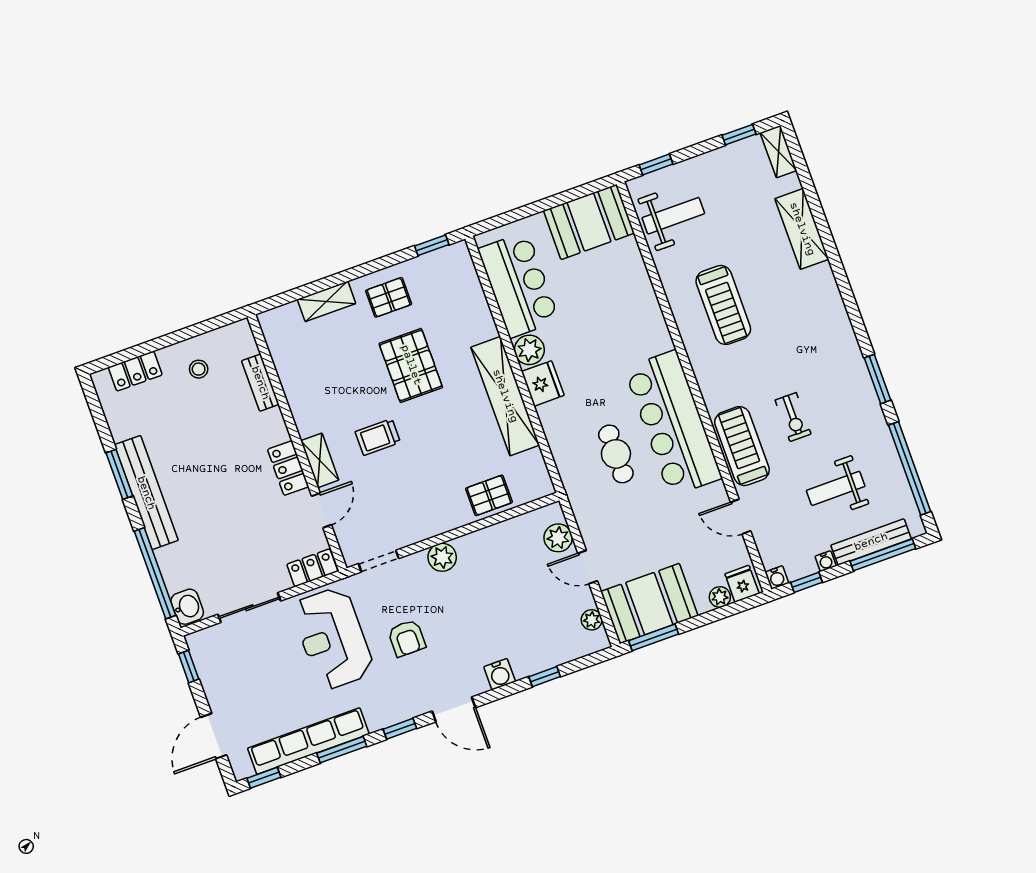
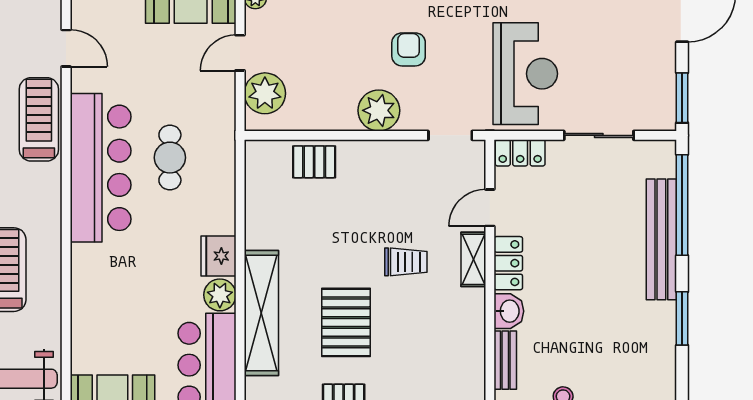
shelving: (505, 396) -> (261, 313), moved
treadmill: (742, 446) -> (39, 119), turned 180
bench: (146, 493) -> (661, 239), moved
plant: (558, 538) -> (265, 93), width x1.36, depth x1.36
plant: (442, 557) -> (379, 110), width x1.36, depth x1.36
door: (588, 567) -> (240, 53), swing flipped
washbasin: (187, 607) -> (509, 311), moved, turned 180
armchair: (407, 638) -> (409, 49), moved
window: (189, 667) -> (682, 98), width x1.50

